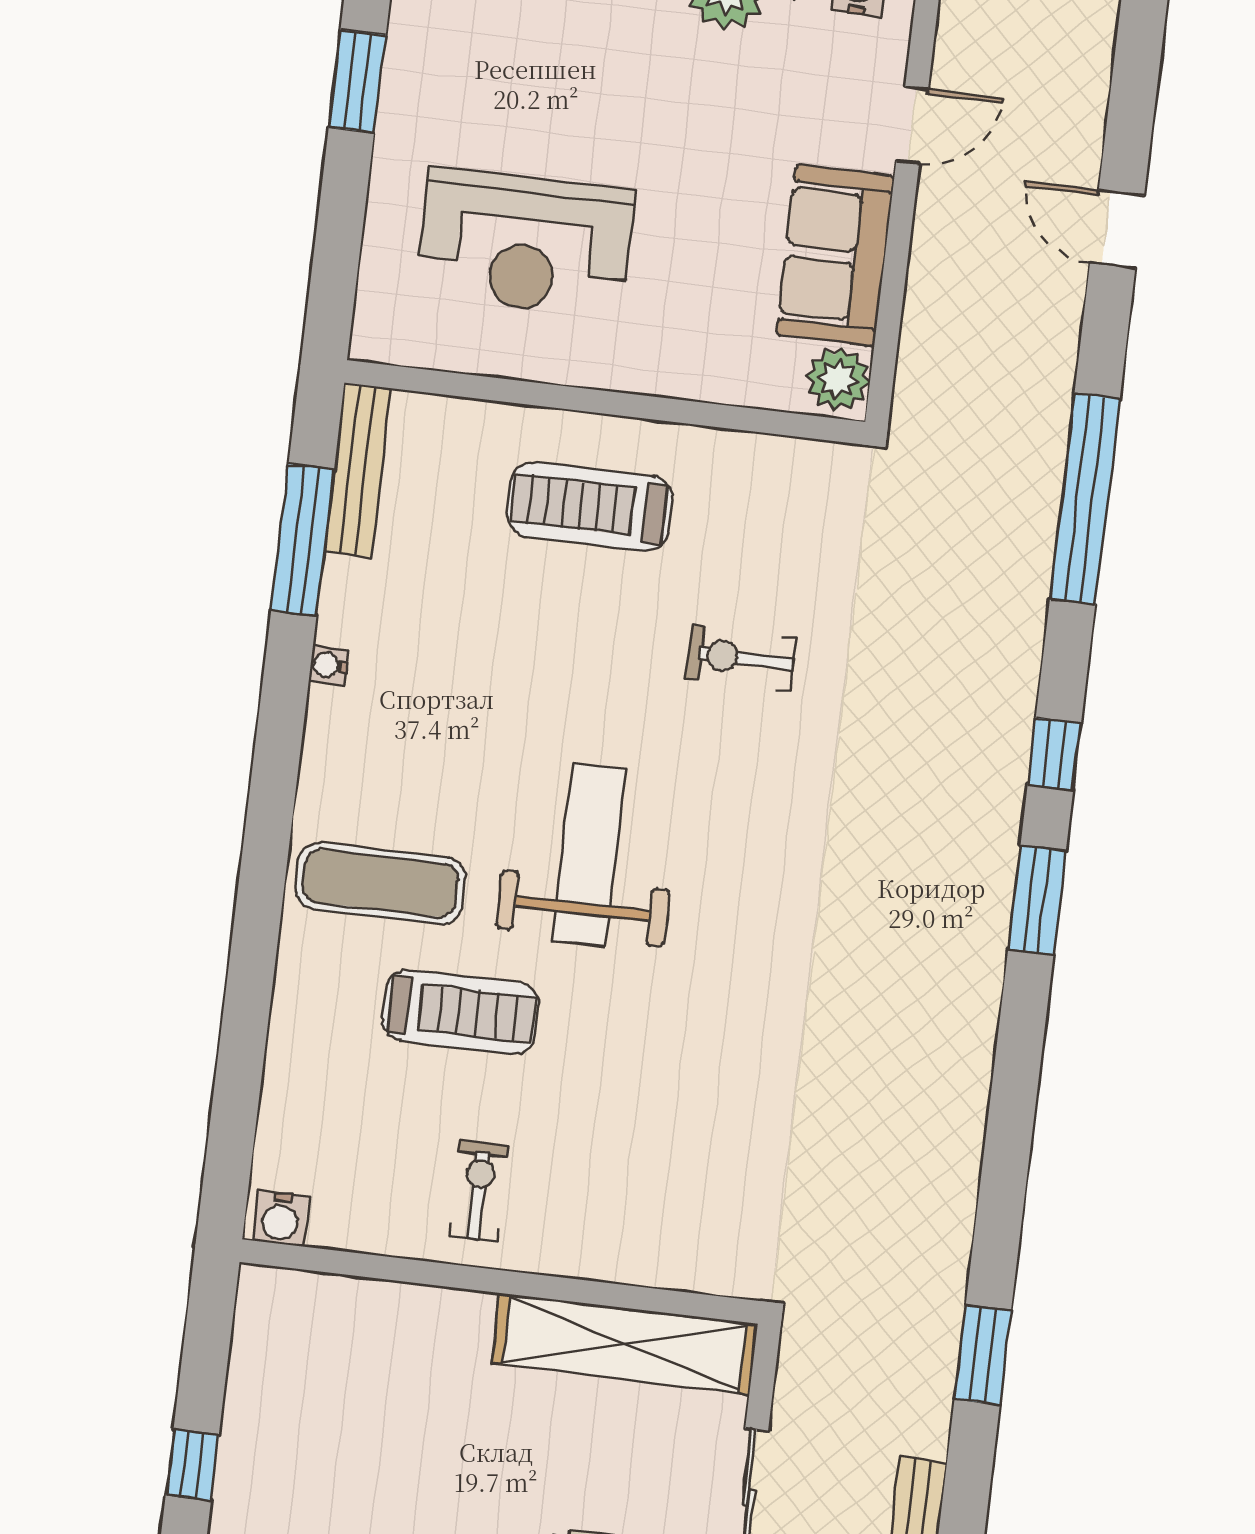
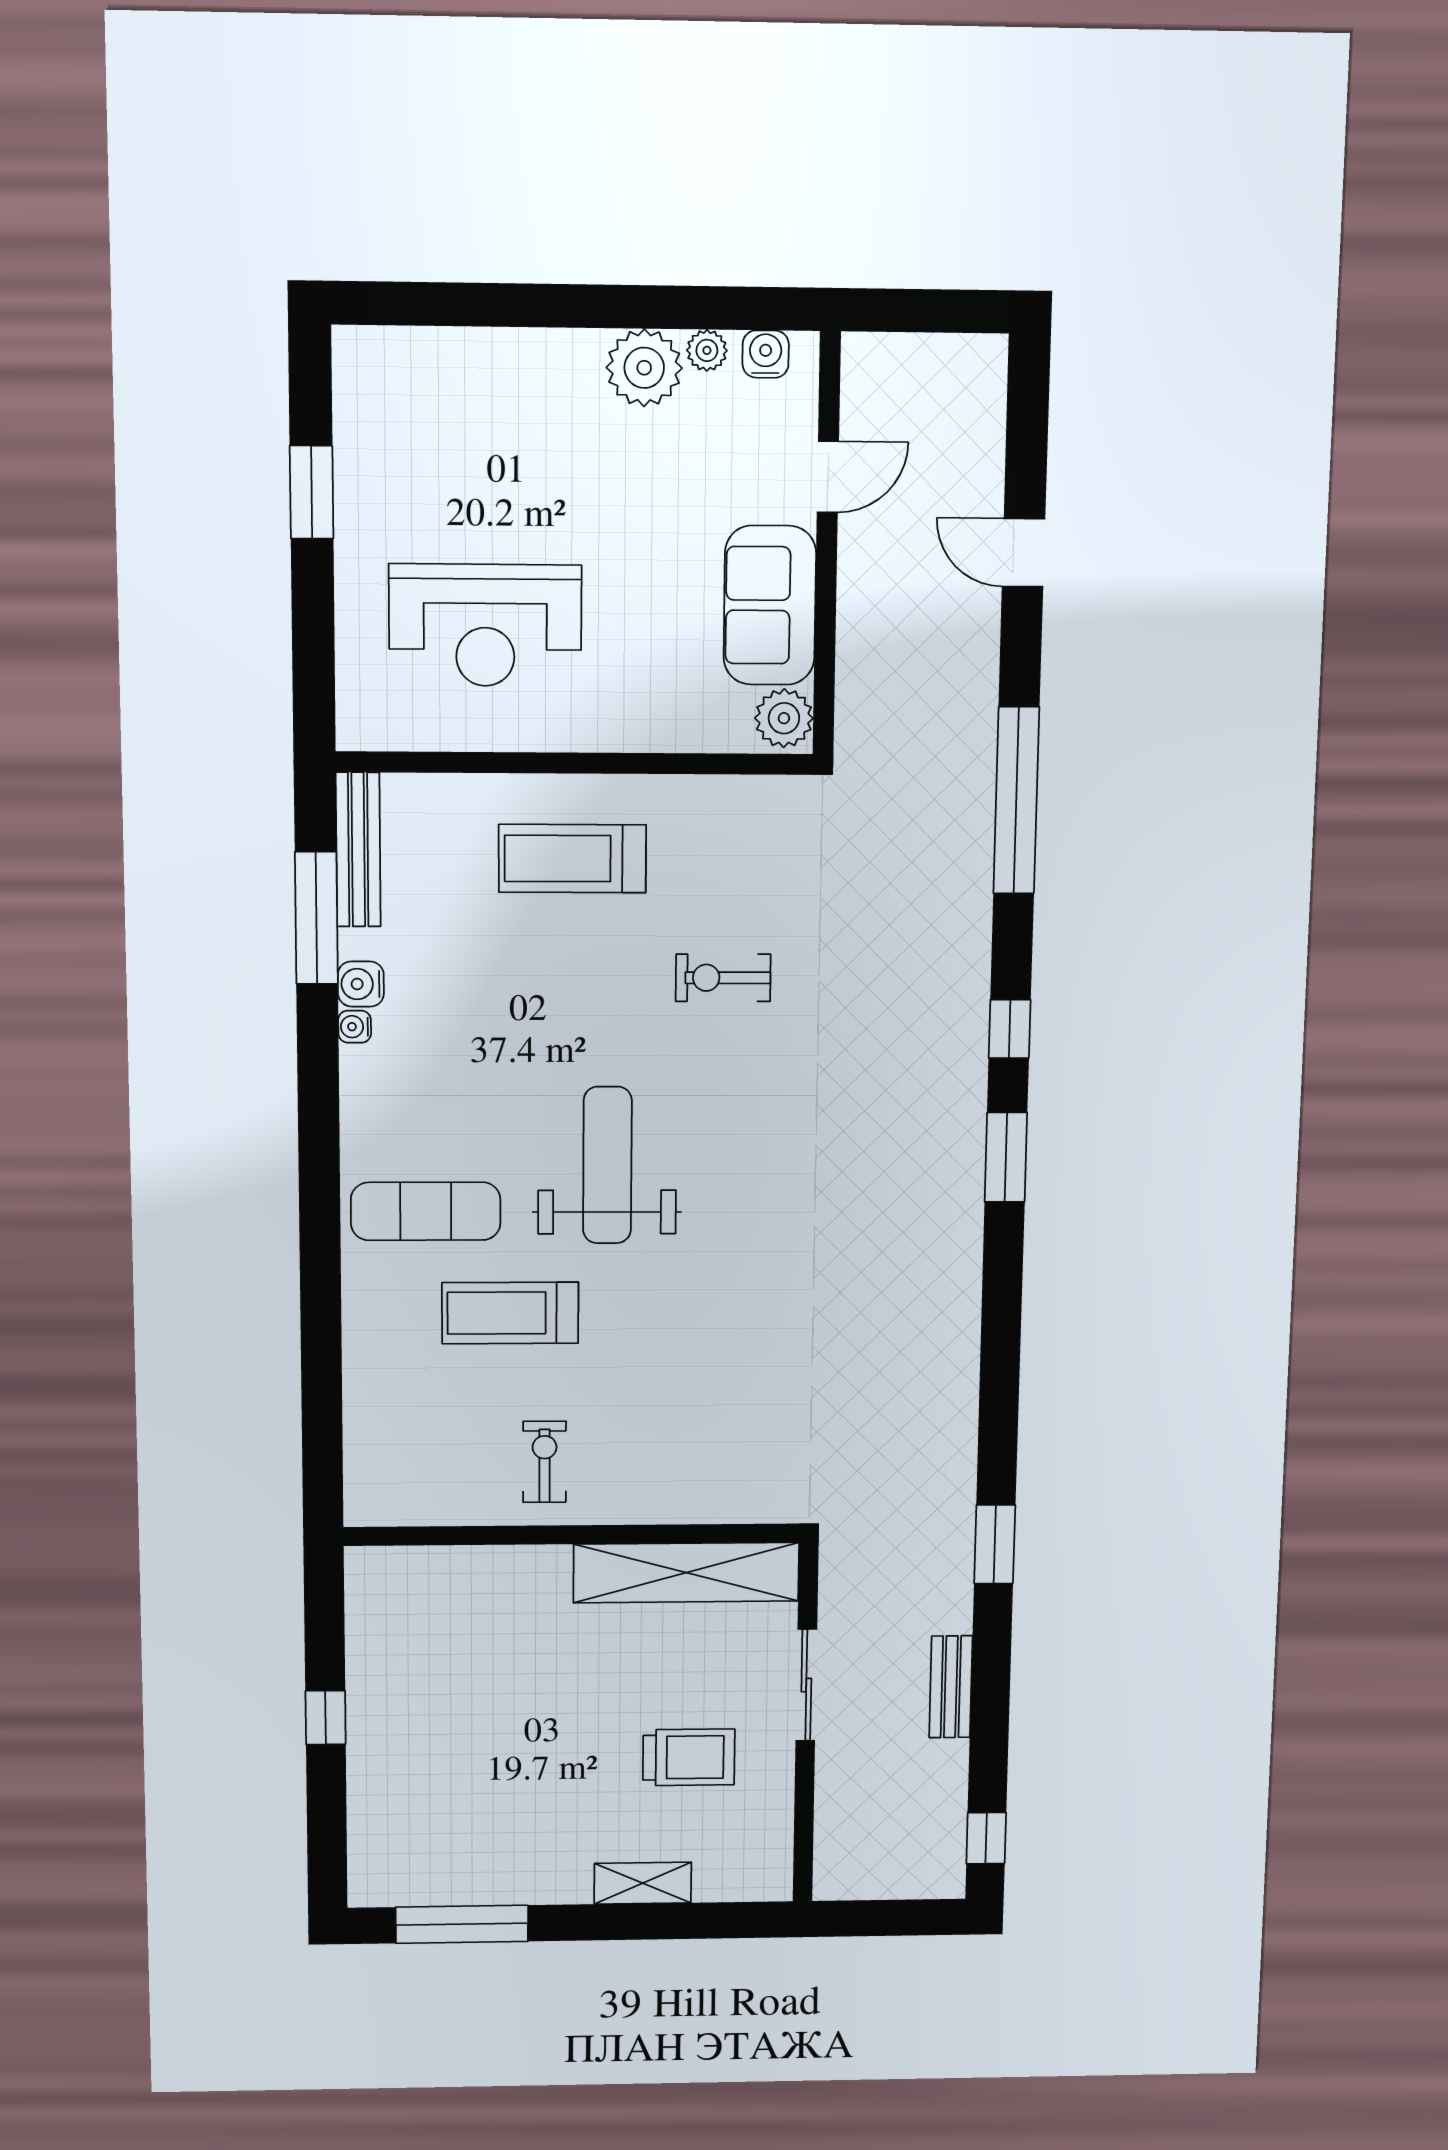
treadmill: (461, 1012) -> (510, 1313), turned 180
water cooler: (281, 1218) -> (361, 984), moved, turned 90

